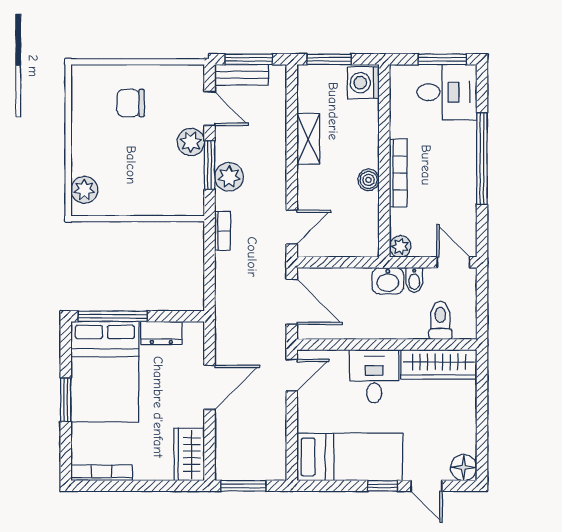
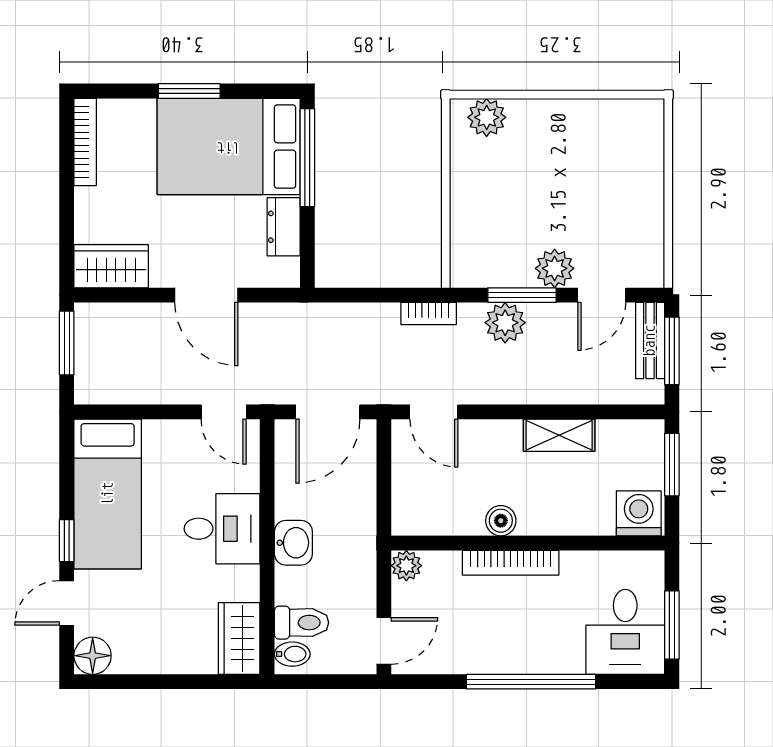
chair: (131, 103) -> (610, 183), removed
bidet: (414, 280) -> (292, 654), moved, turned 180
washbasin: (388, 281) -> (293, 543), moved, turned 180
wardrobe: (439, 364) -> (239, 638), width x0.67

